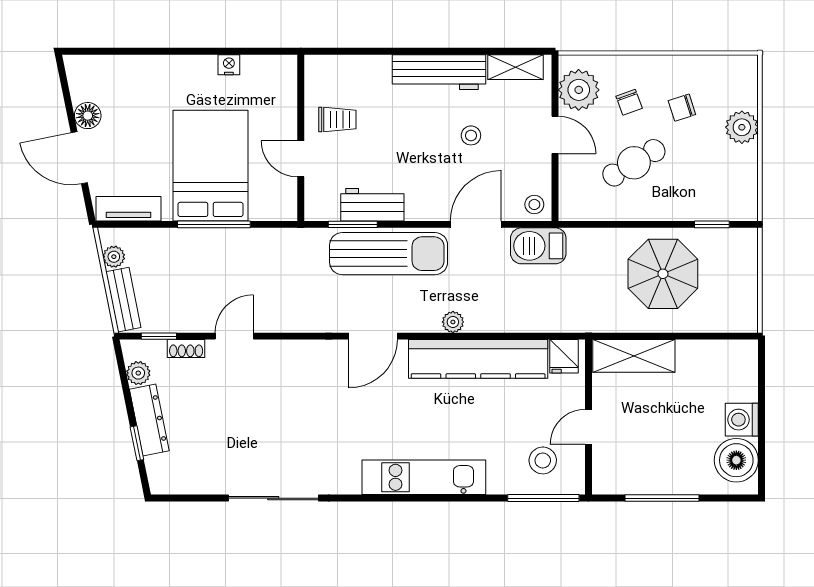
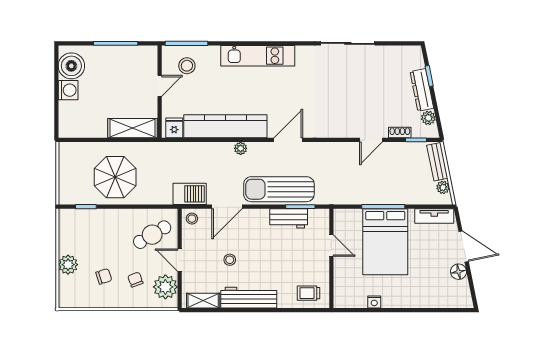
trolley: (337, 120) -> (309, 293), moved
cafe table: (634, 163) -> (152, 235), moved

